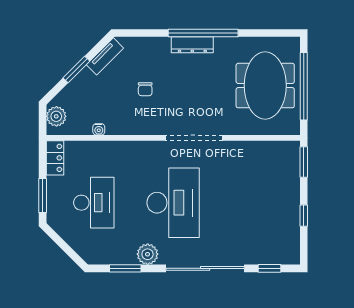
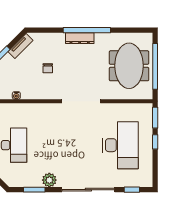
desk: (173, 203) -> (120, 145), moved
window: (304, 216) -> (155, 142), moved

